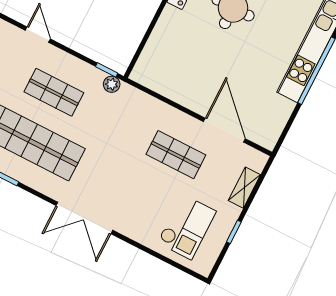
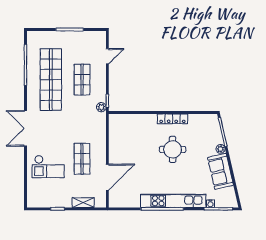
checkout: (187, 227) -> (48, 167), moved

